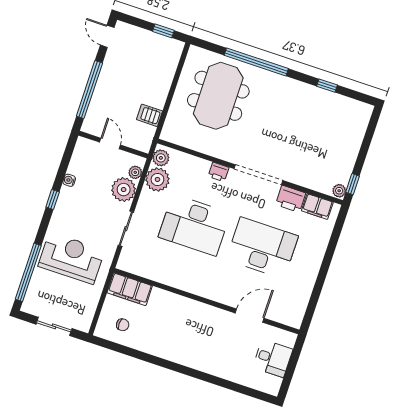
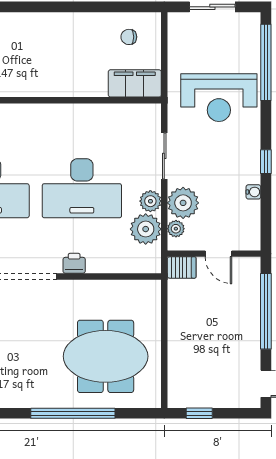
meeting table: (218, 96) -> (106, 356), turned 90
server rack: (150, 115) -> (182, 267), moved
plant: (161, 158) -> (150, 201), moved
desk: (194, 225) -> (82, 188), turned 180

